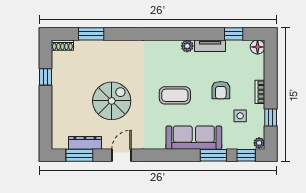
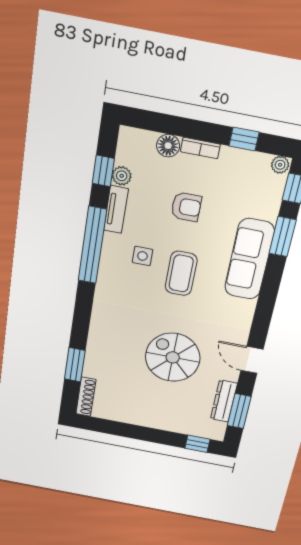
window: (183, 34) -> (92, 245), added
shoe rack: (62, 45) -> (86, 397), width x1.43
plant: (187, 46) -> (122, 176), moved
floor lamp: (258, 47) -> (168, 146), moved
window: (46, 77) -> (197, 444), moved
side table: (240, 116) -> (142, 256), moved

